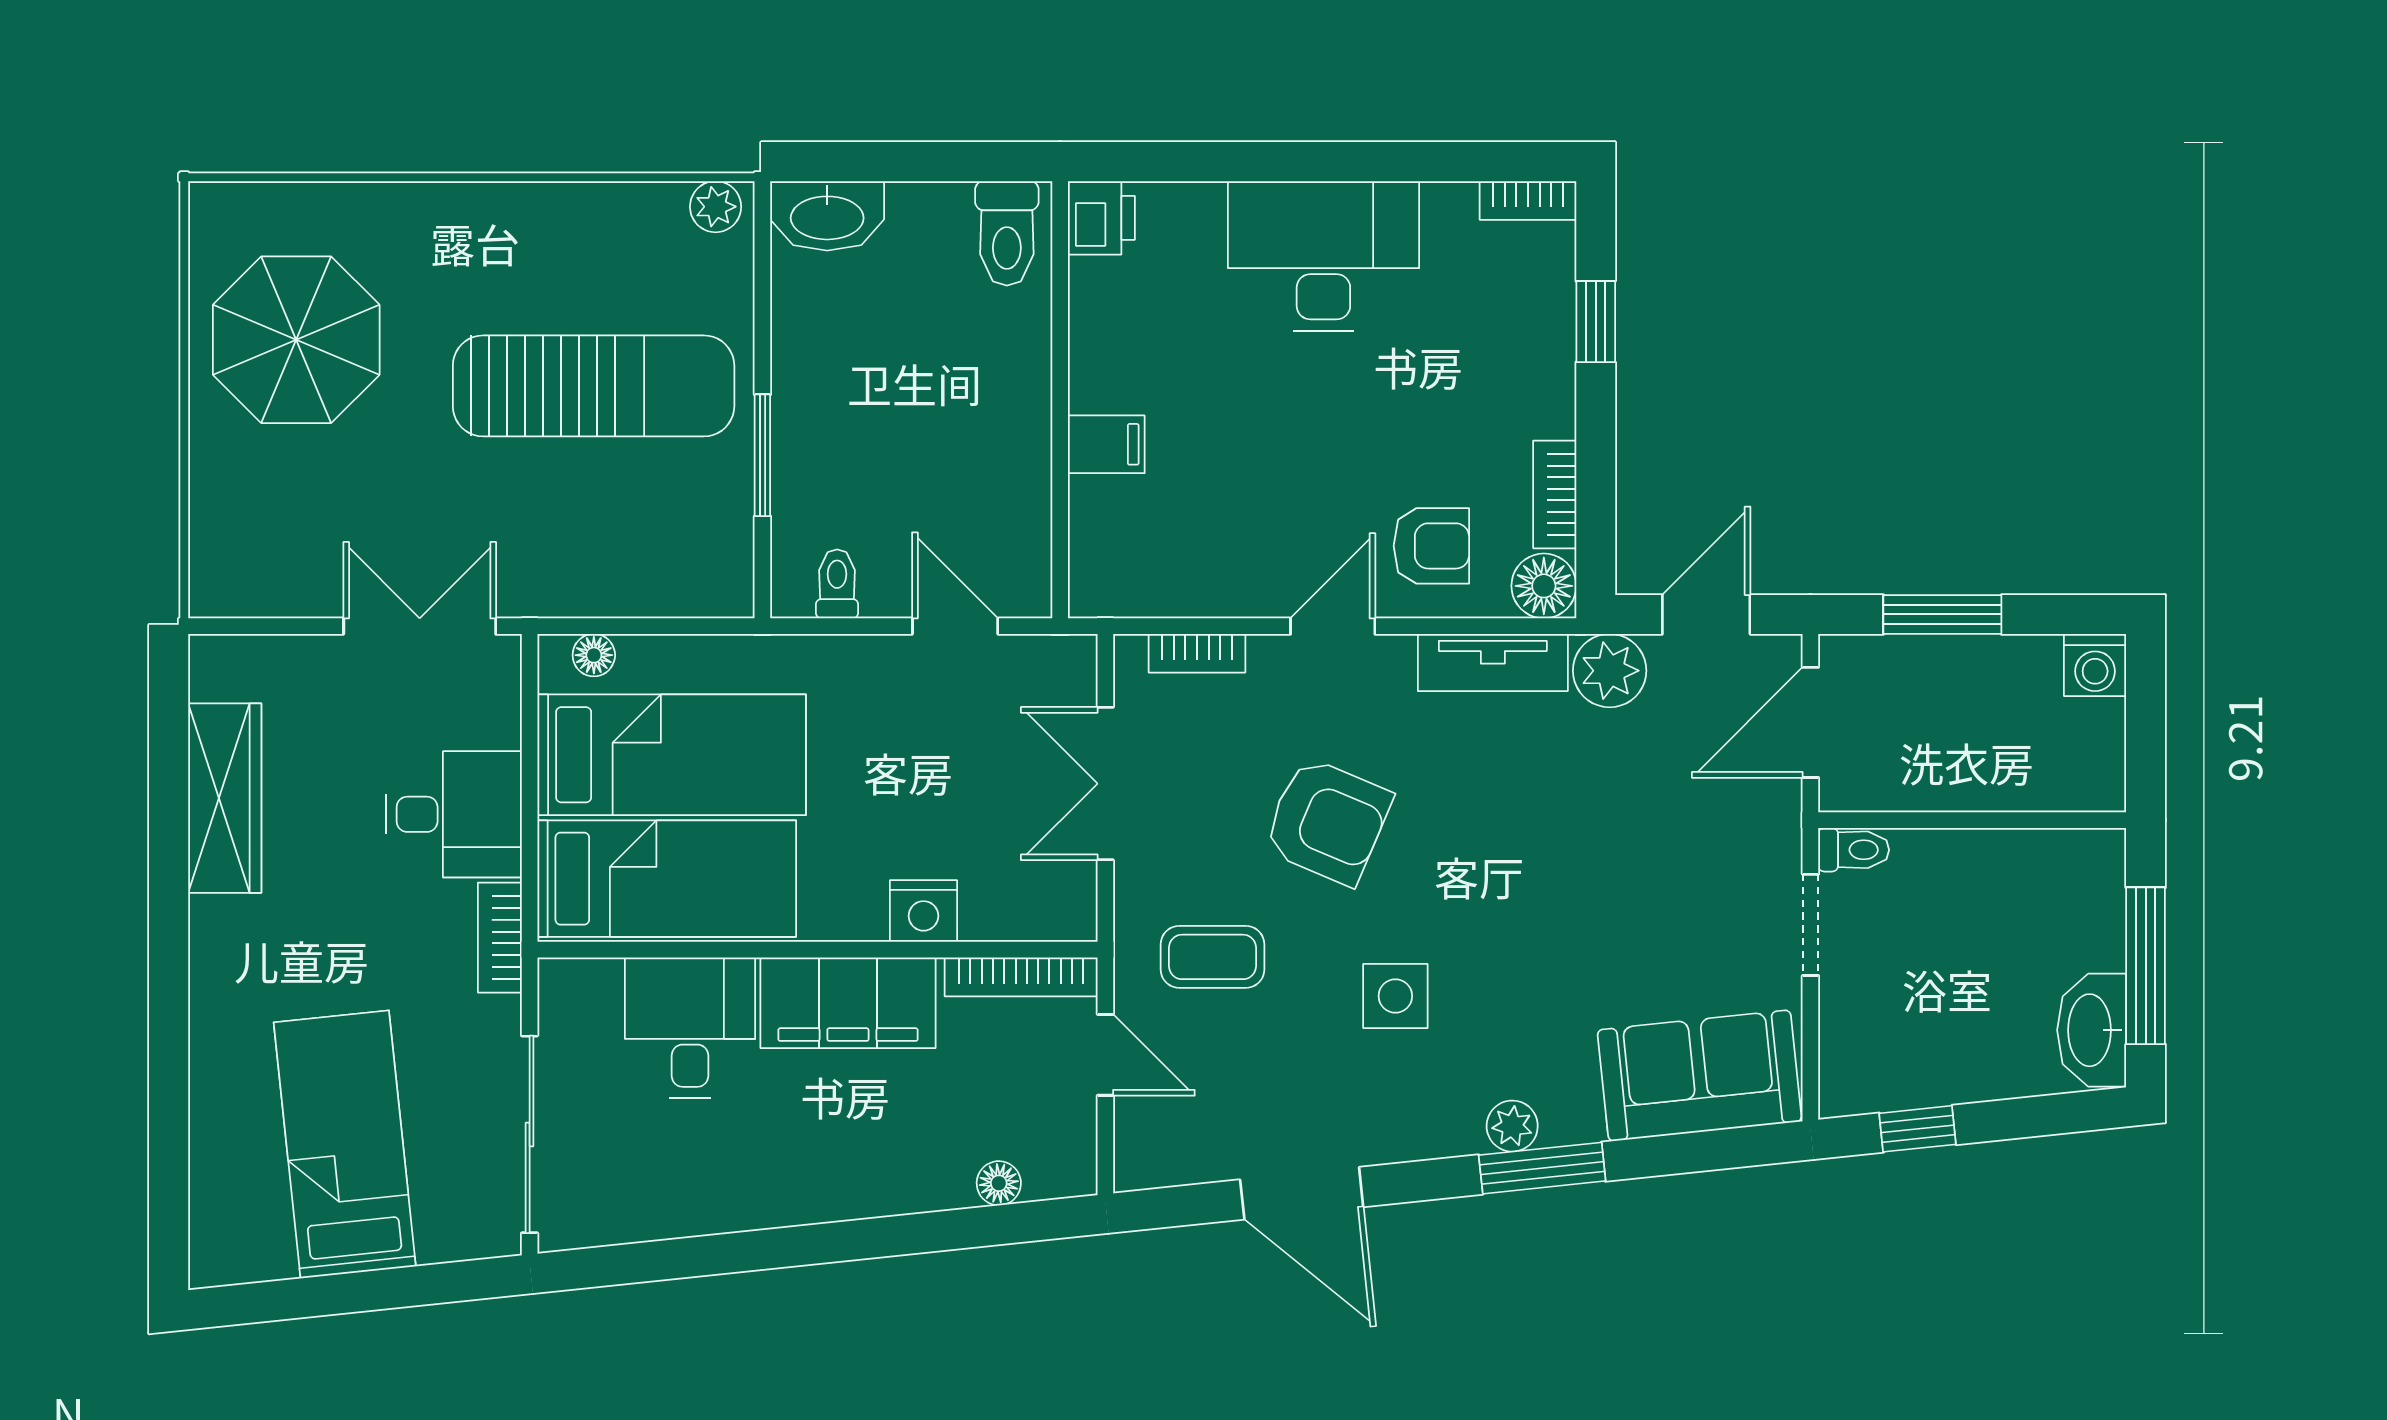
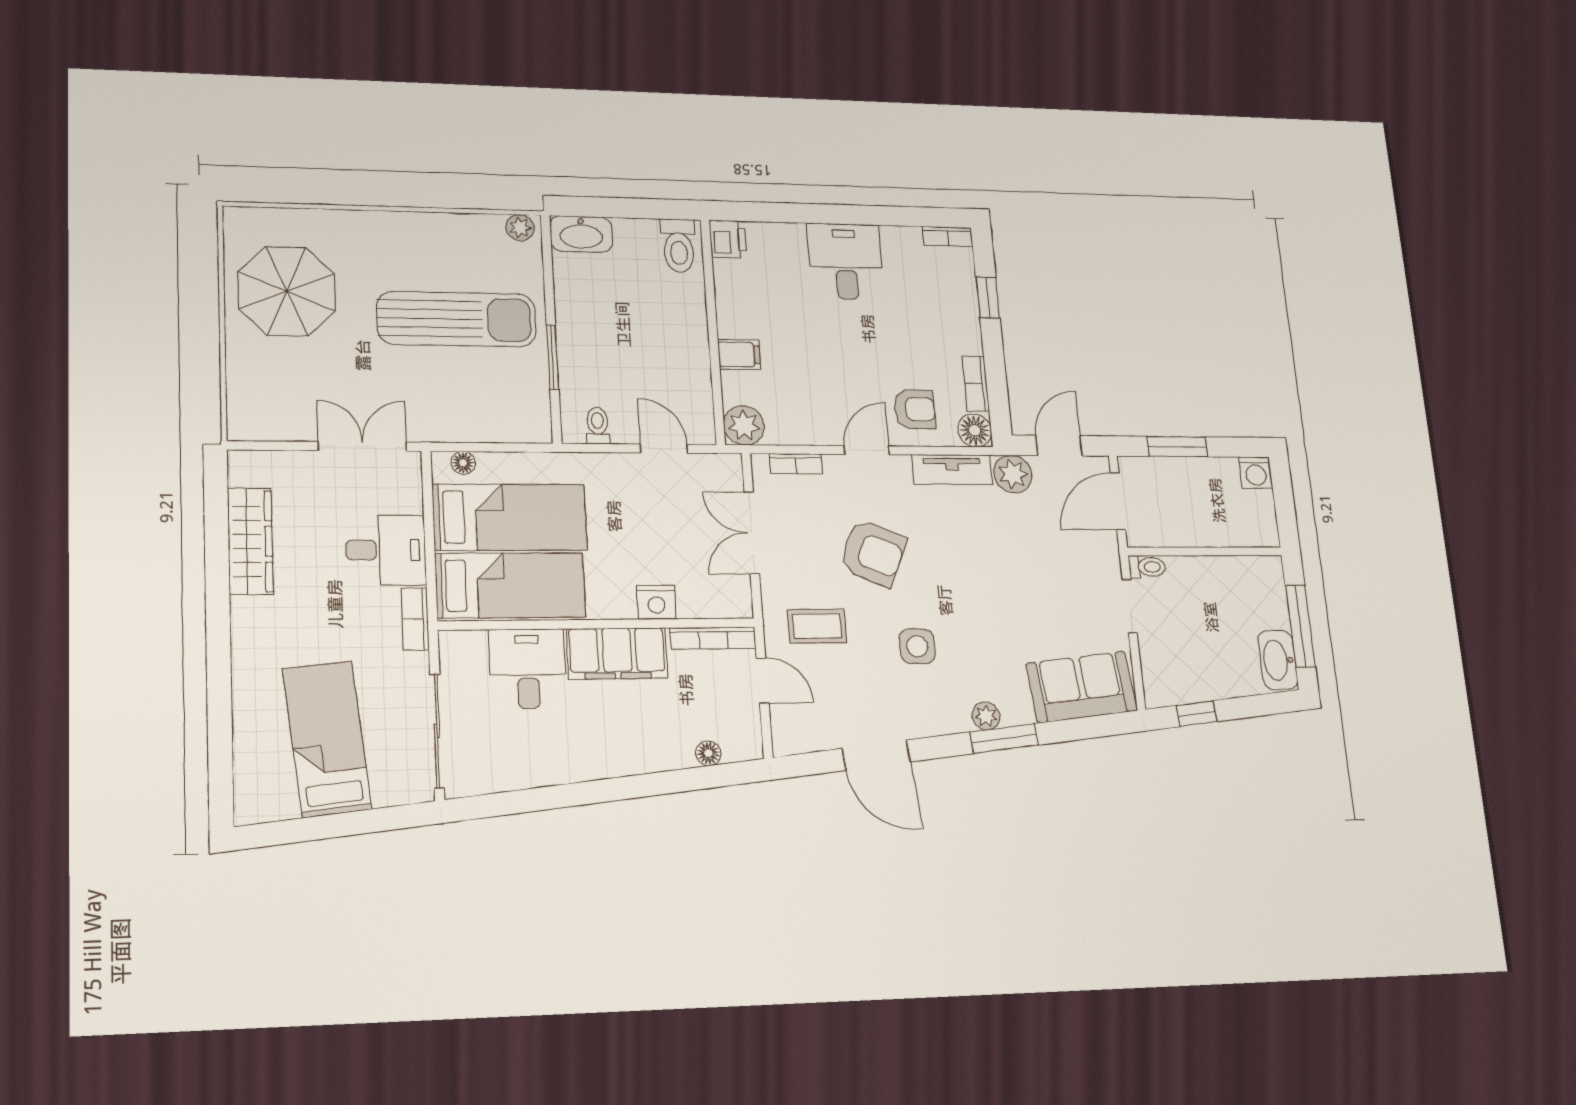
desk: (1323, 256) -> (846, 261), width x0.73
plant: (1105, 581) -> (744, 425), added

